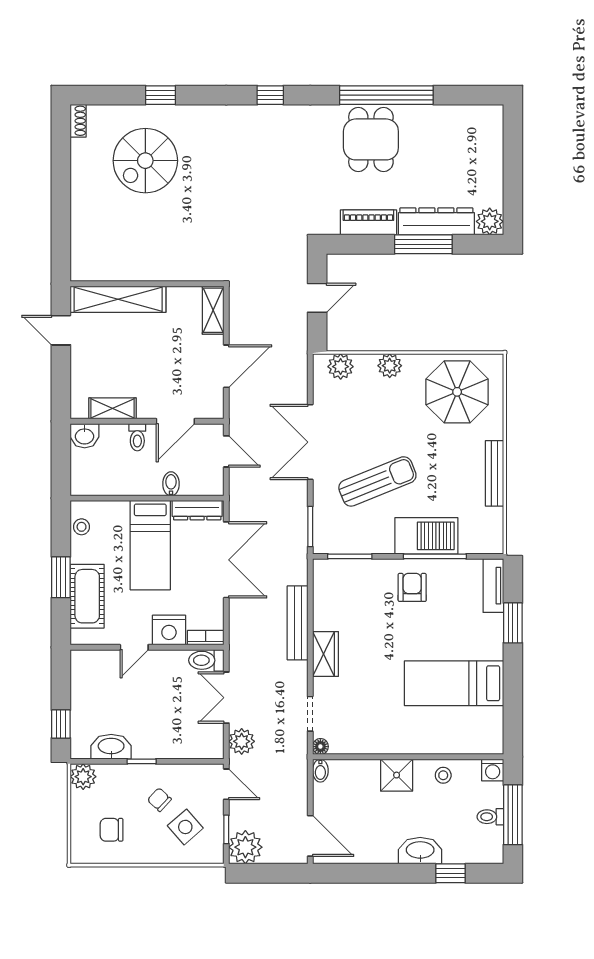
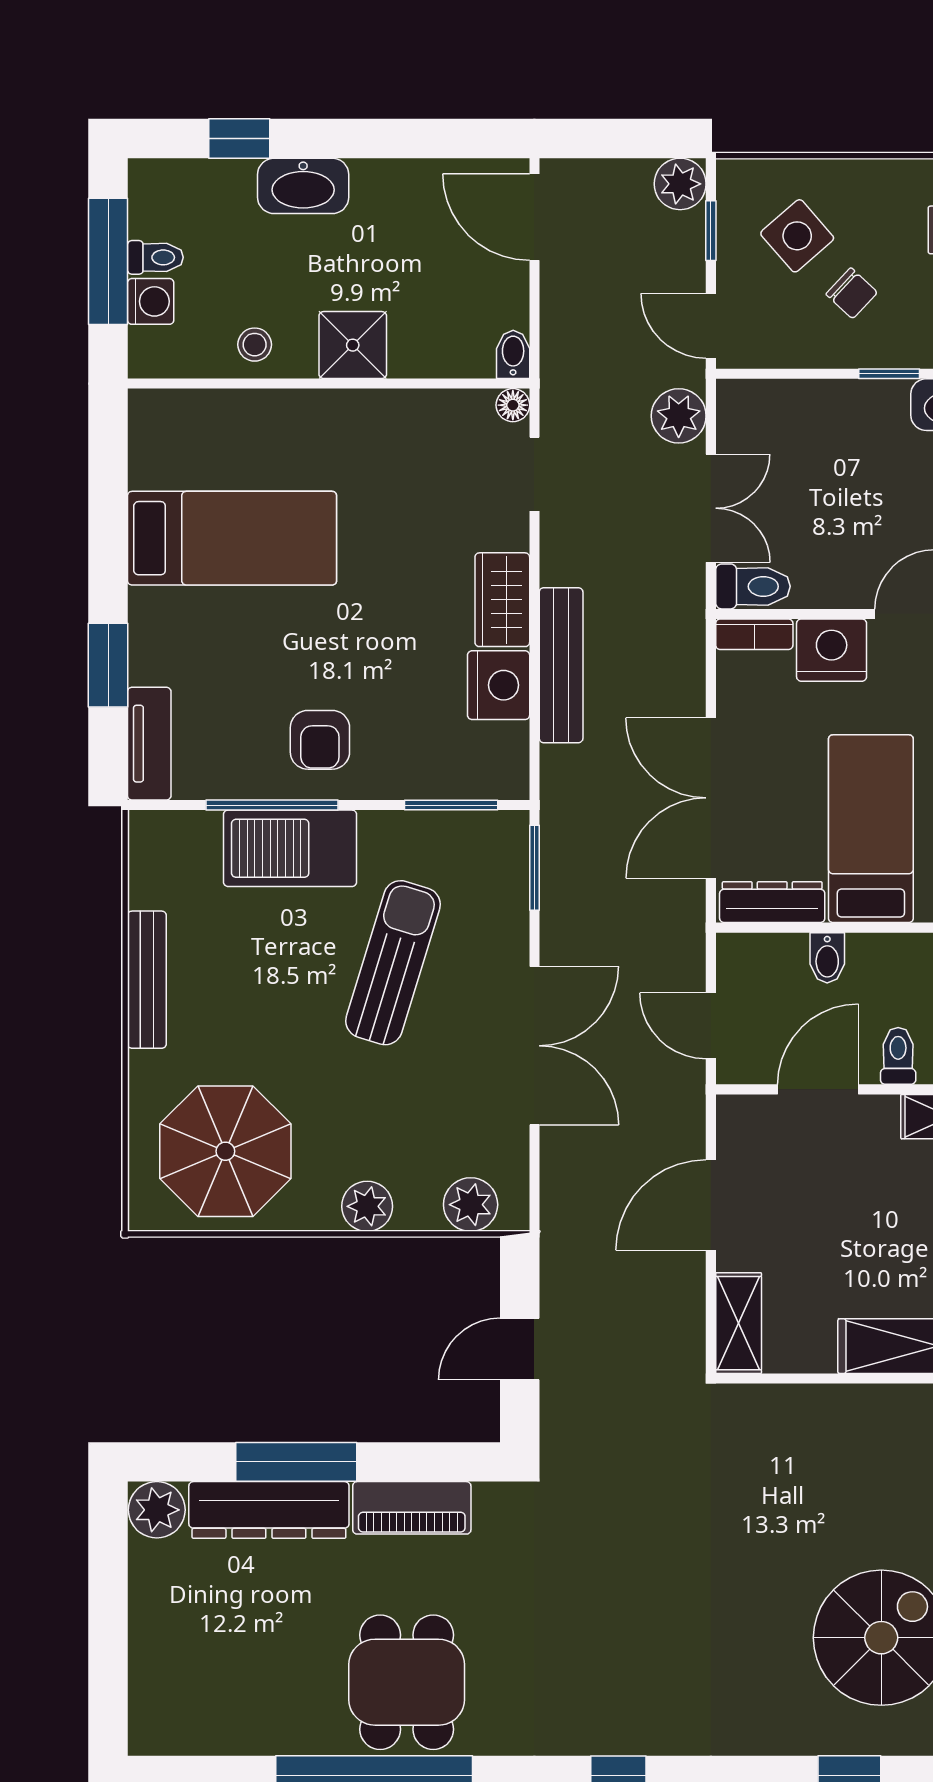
sun lounger: (377, 481) -> (393, 963), turned 129
nightstand: (327, 613) -> (499, 685), added
washing machine: (493, 770) -> (151, 301), moved, turned 90
plant: (245, 847) -> (680, 184), width x0.73, depth x0.73

